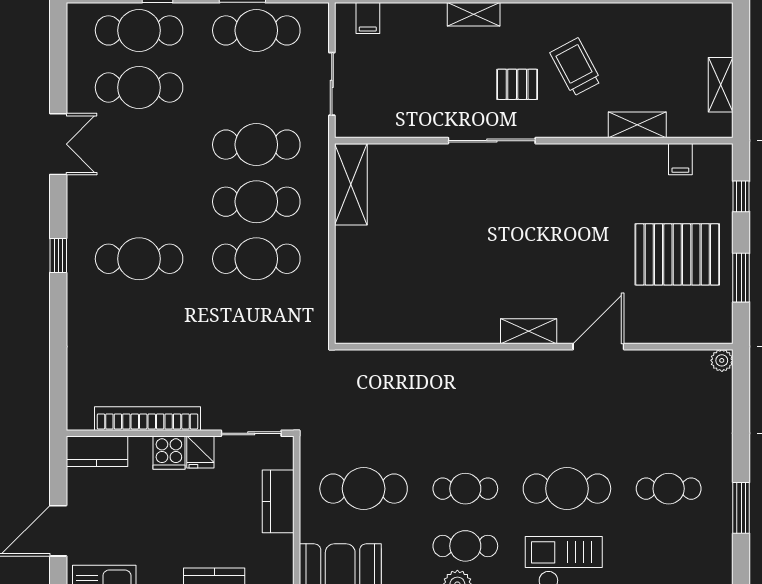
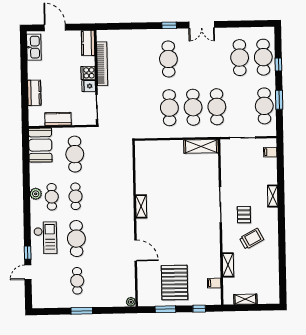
double door: (58, 144) -> (202, 25), moved
shelving: (529, 331) -> (141, 206), moved
kitchen counter: (278, 501) -> (58, 119), moved
window: (741, 508) -> (82, 311), moved

